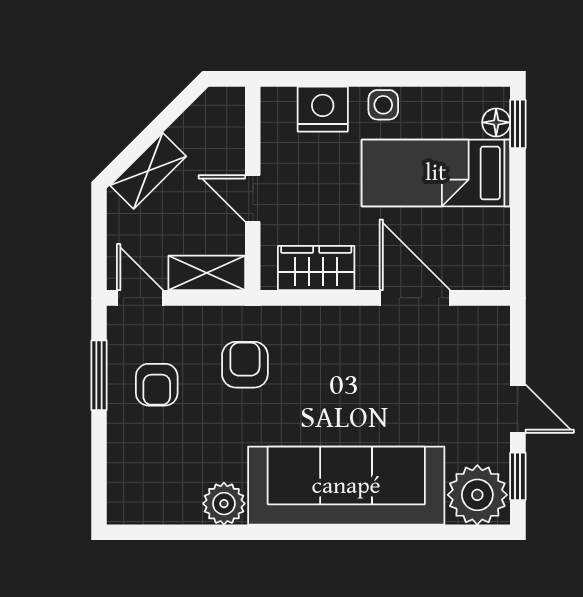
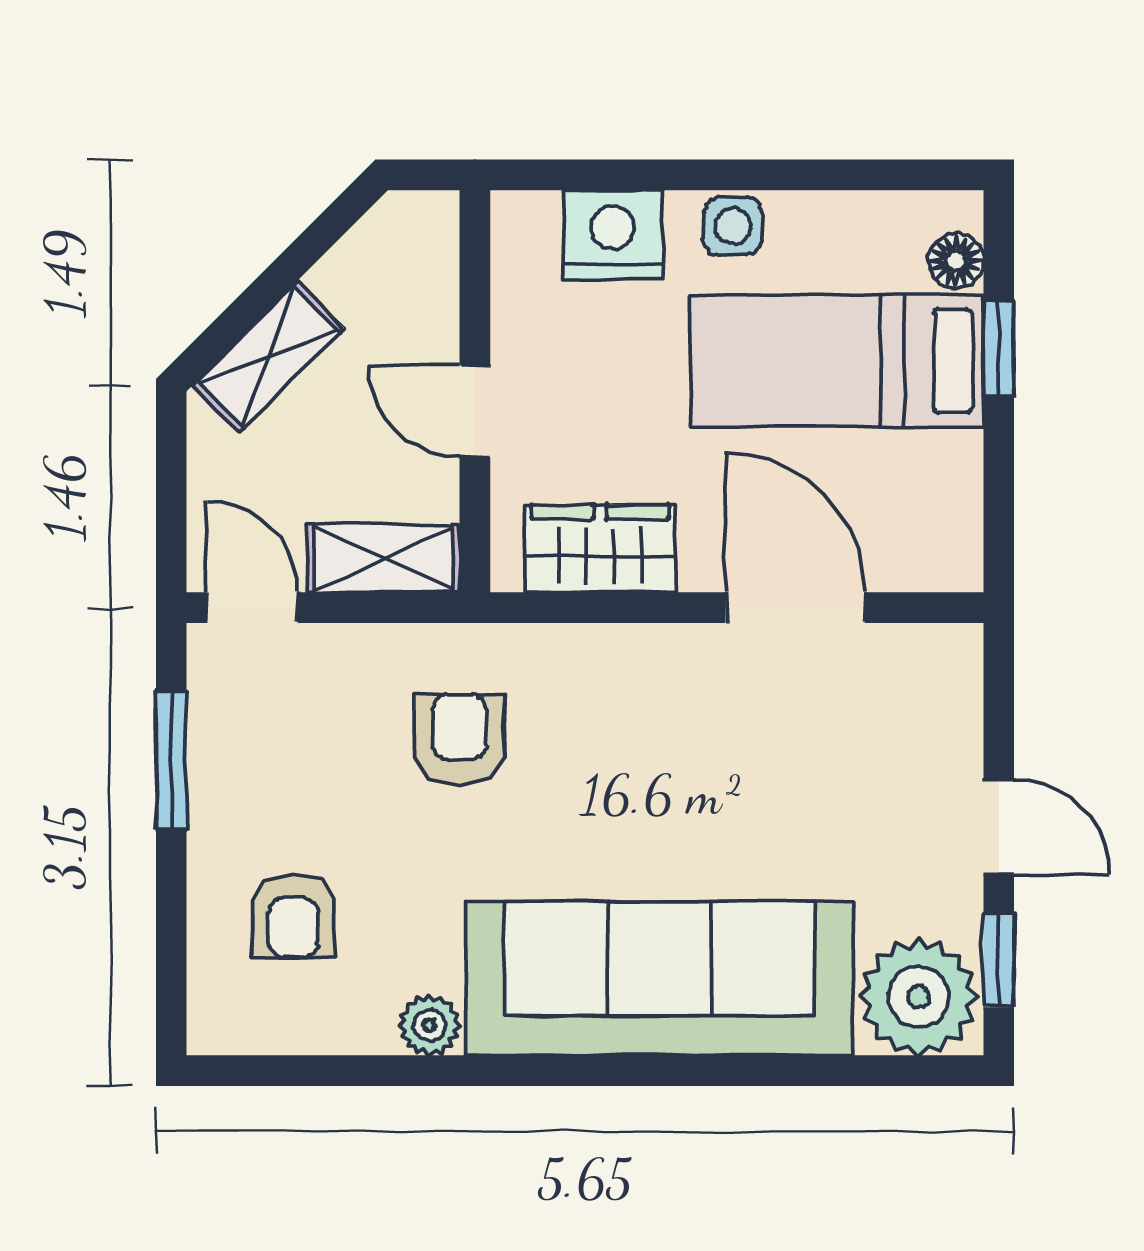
window: (518, 124) -> (999, 349), moved
armchair: (157, 385) -> (293, 916), moved
plant: (224, 504) -> (429, 1025), width x0.73, depth x0.73

